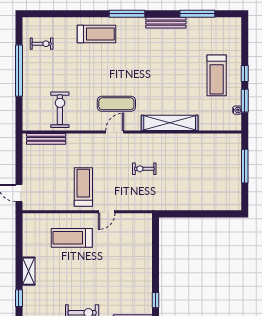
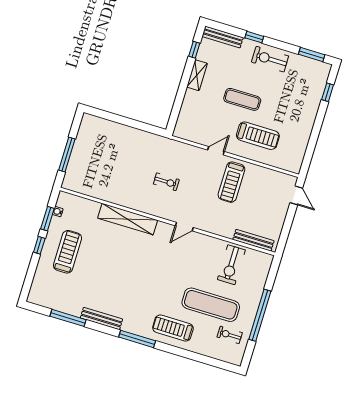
exercise mat: (116, 104) -> (211, 305), moved, width x1.36, depth x1.45
exercise mat: (97, 267) -> (242, 99), added
shelving: (29, 271) -> (197, 75), moved

